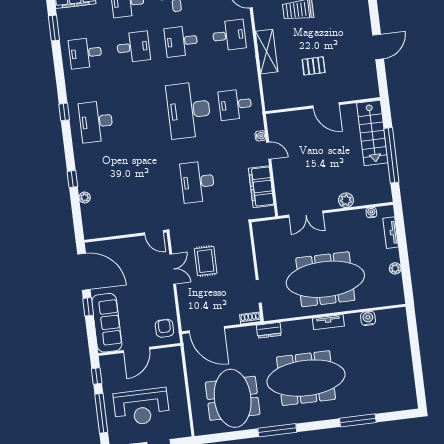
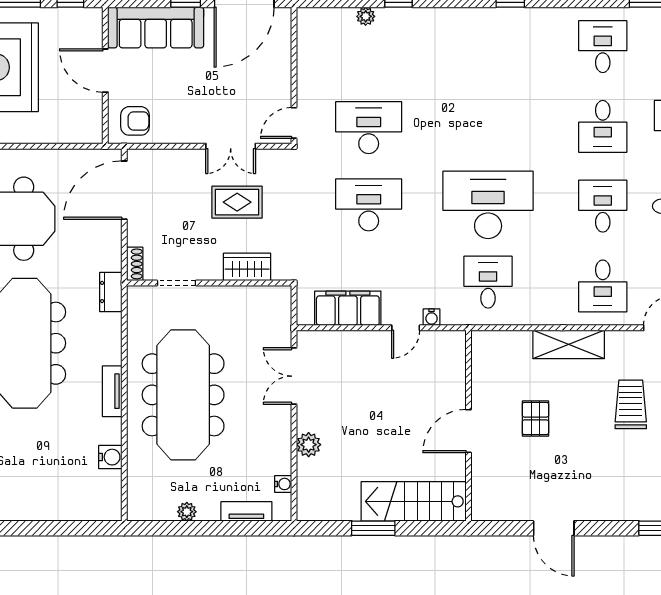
desk: (96, 122) -> (369, 128), moved
window: (391, 155) -> (373, 528), width x0.47
wardrobe: (244, 250) -> (247, 267), added

